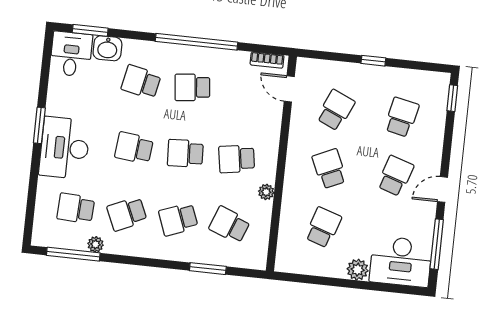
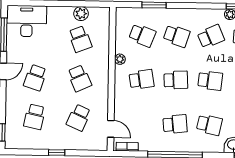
school desk: (178, 219) -> (177, 36), turned 39
school desk: (323, 227) -> (80, 39), turned -39
plant: (358, 270) -> (81, 14), moved

